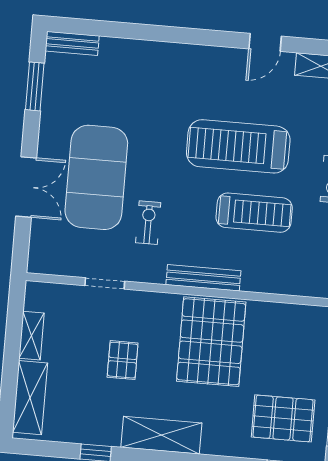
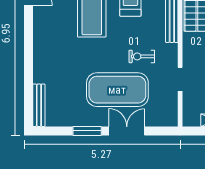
bench: (72, 43) -> (39, 105), width x1.36
window: (35, 86) -> (87, 131), moved

